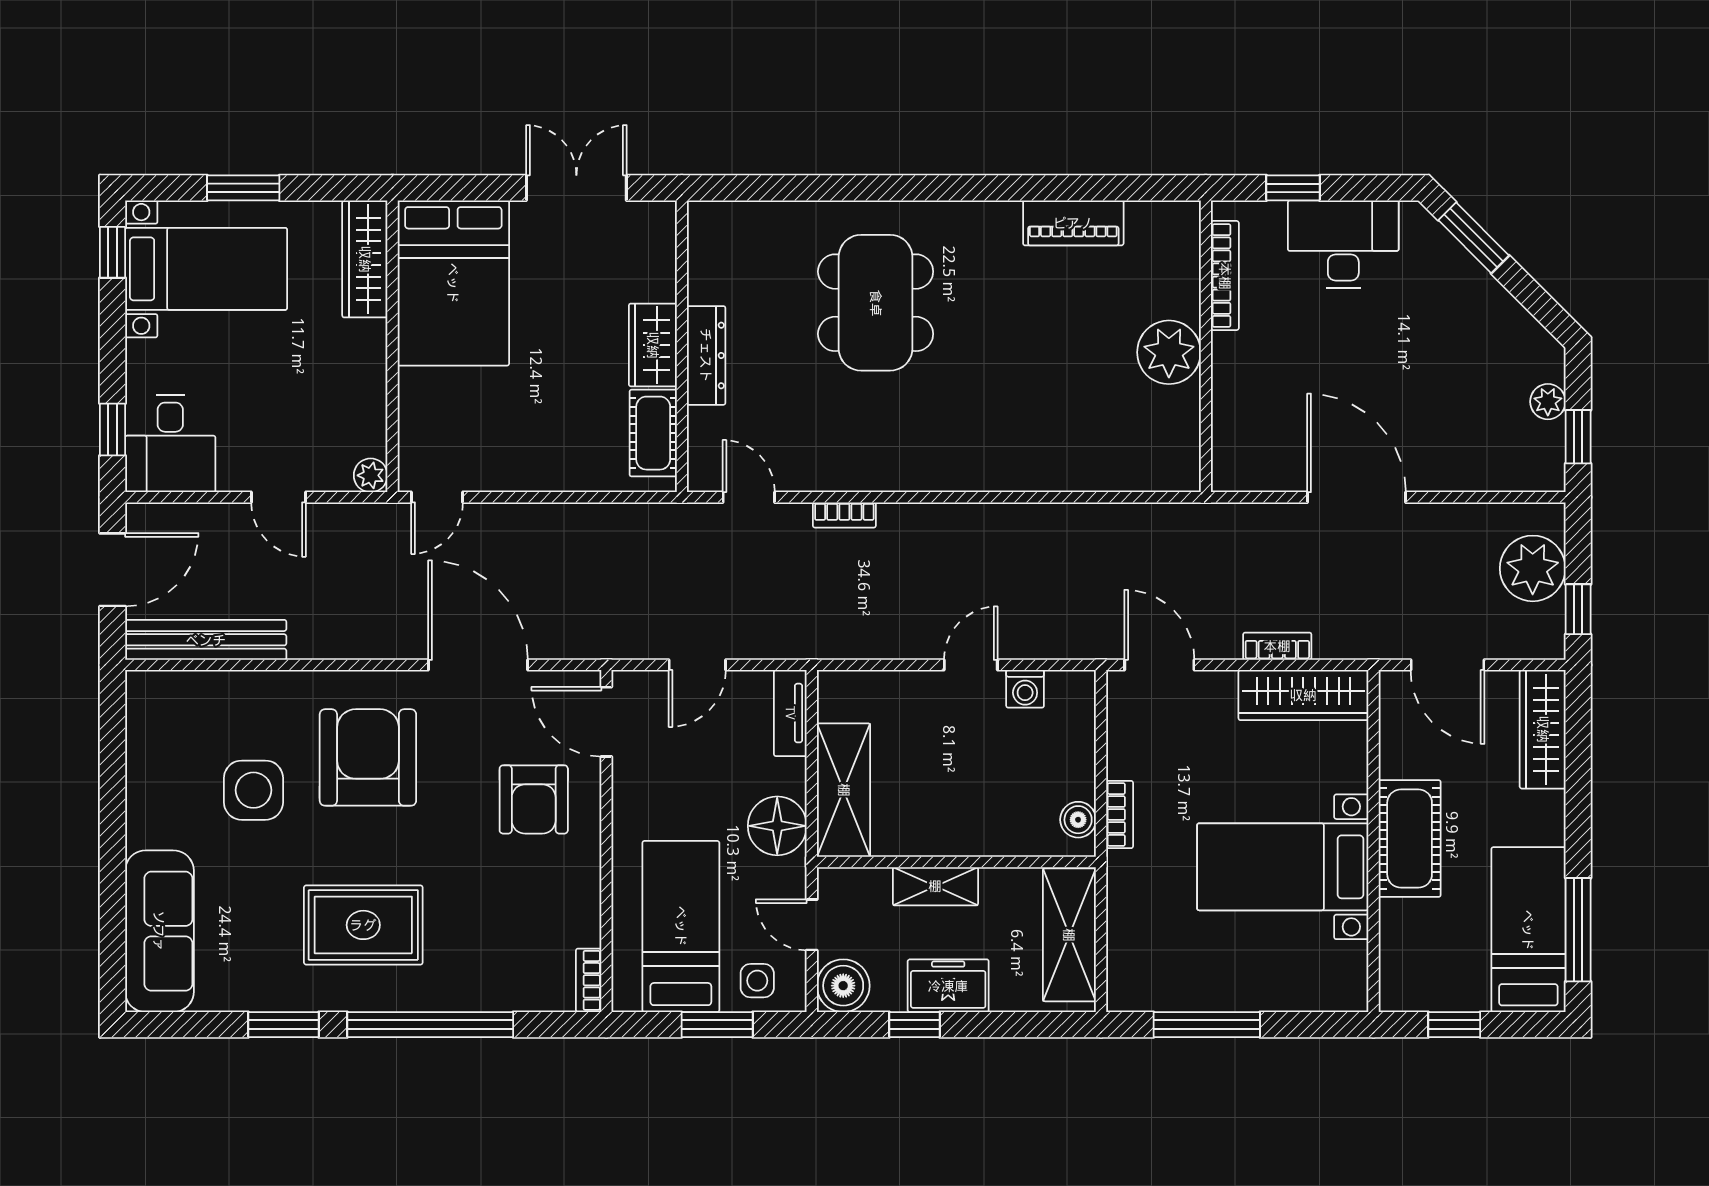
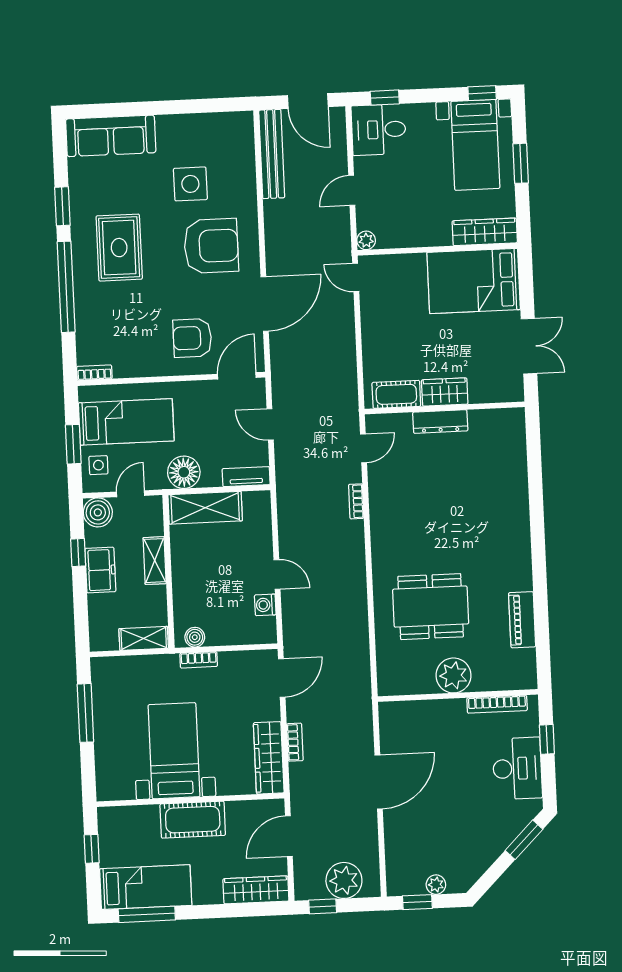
dining table: (876, 303) -> (431, 607), moved
shelving: (1069, 935) -> (144, 638), width x0.67, depth x0.75

